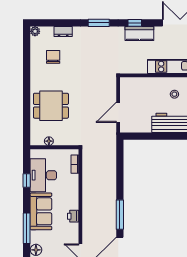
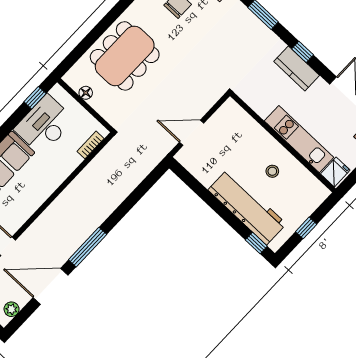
dining table: (51, 106) -> (125, 56), width x1.38
window: (27, 180) -> (35, 98), moved
printer: (73, 216) -> (35, 200), removed

